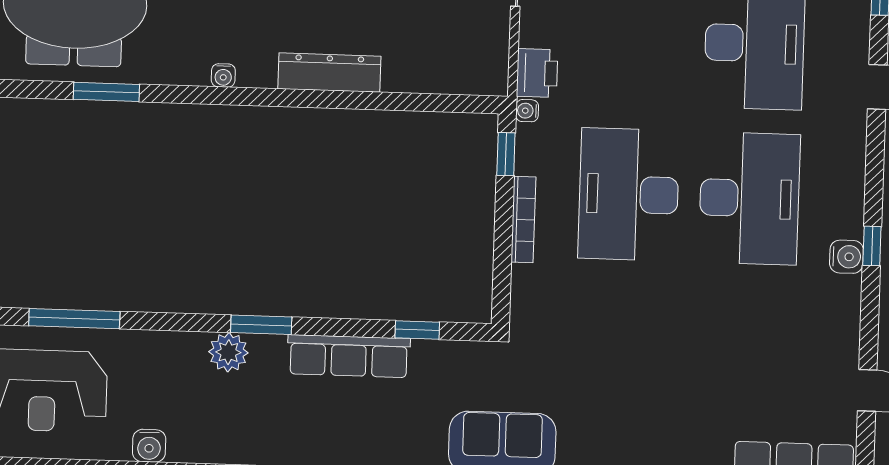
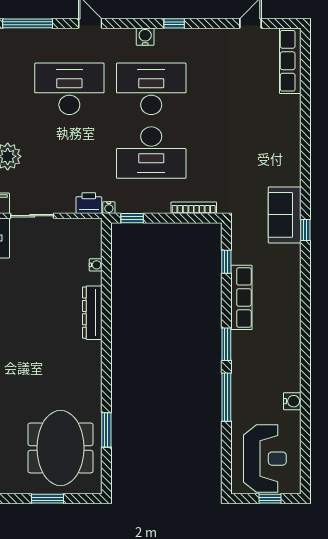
water cooler: (223, 75) -> (96, 265), moved
bookcase: (523, 220) -> (194, 208), moved
water cooler: (846, 257) -> (145, 37), moved
window: (74, 319) -> (226, 397), moved
plant: (228, 352) -> (242, 361), removed

